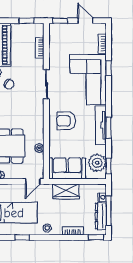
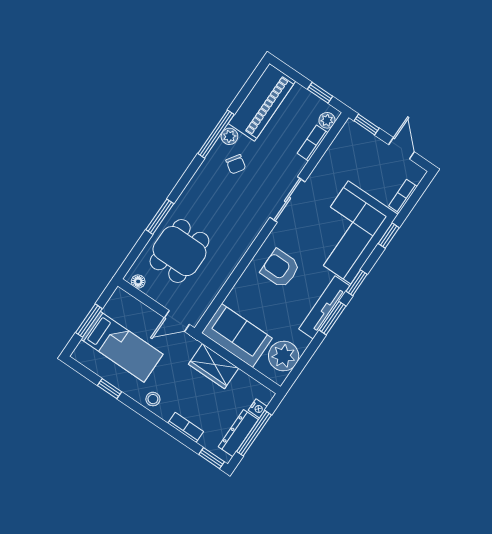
plant: (39, 148) -> (327, 120), moved
window: (109, 166) -> (357, 283), moved

